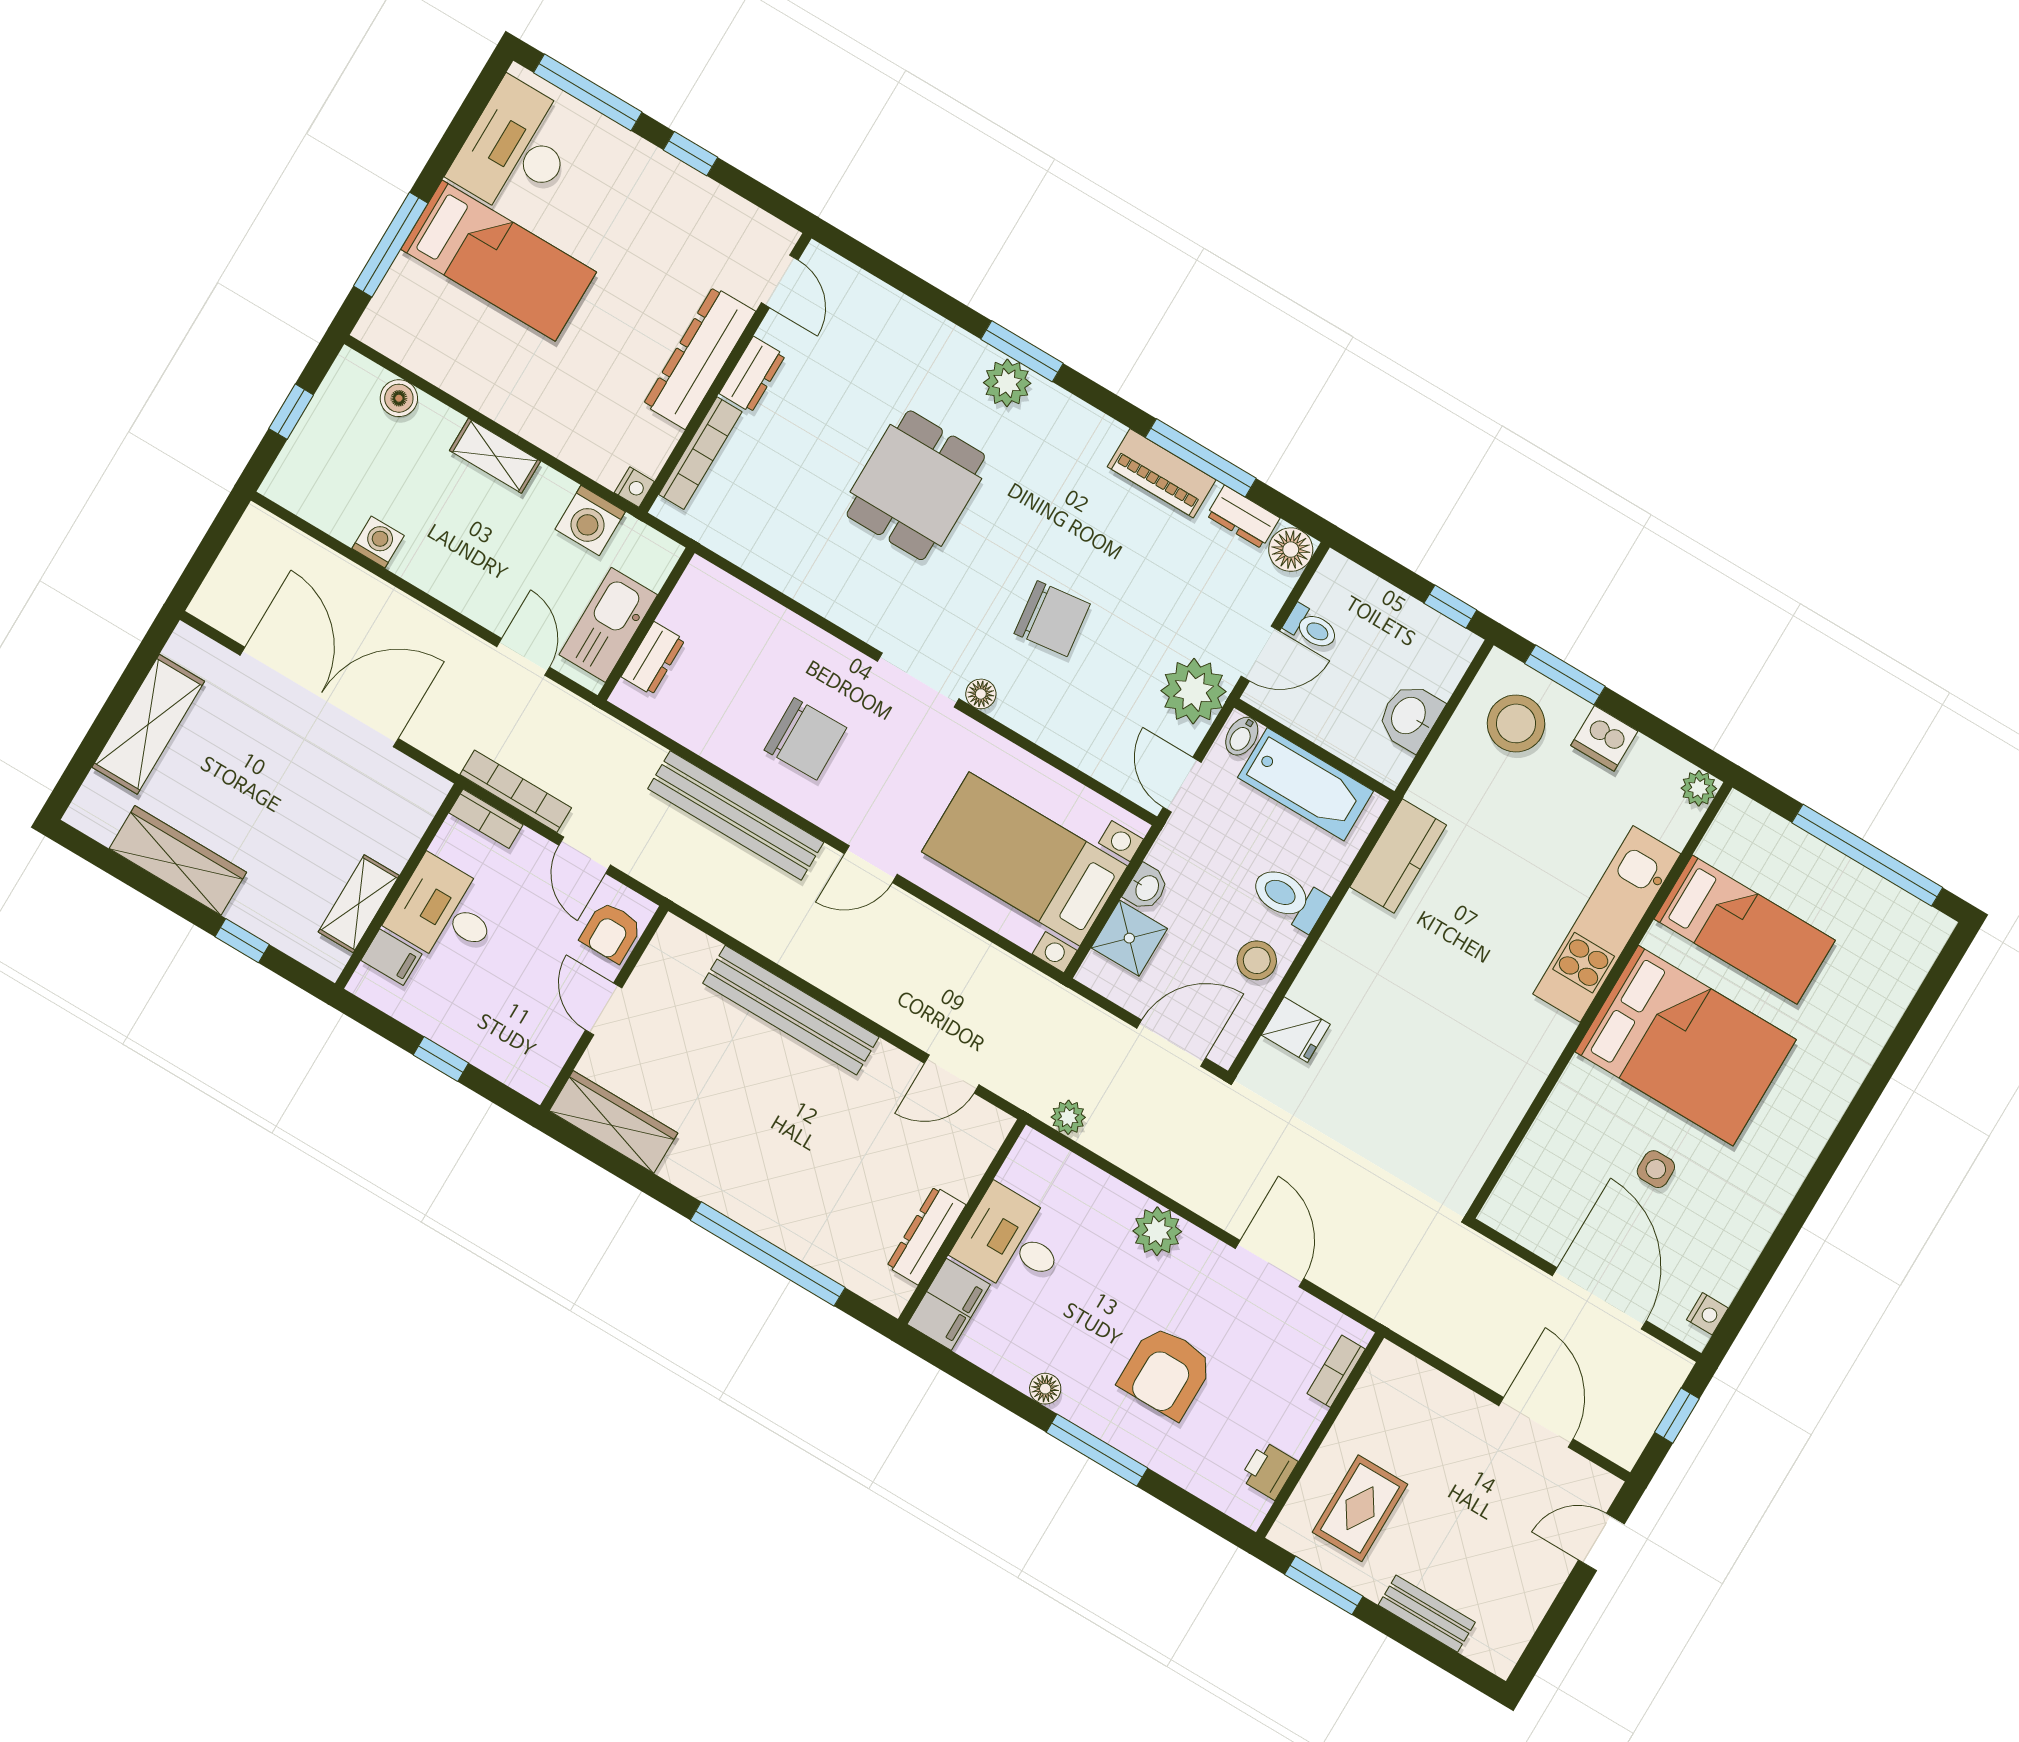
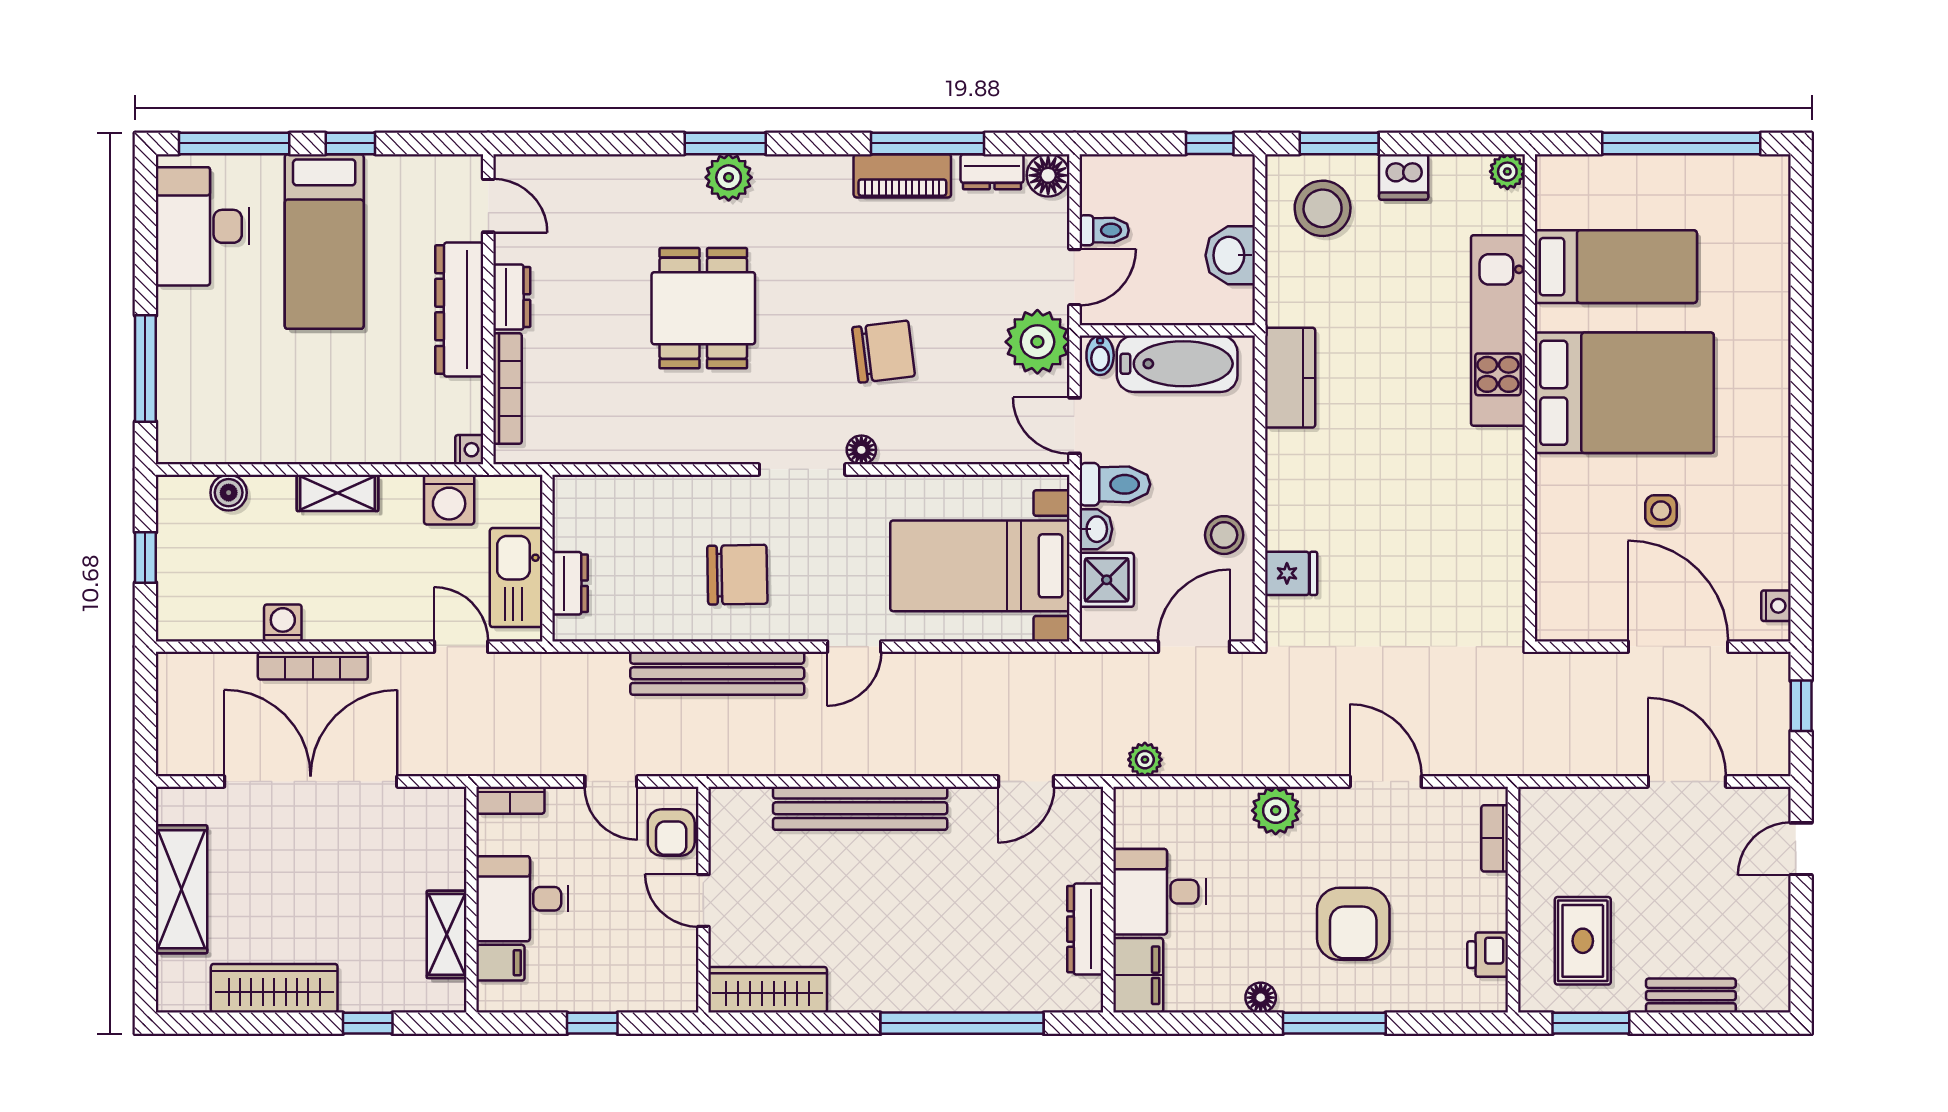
bed: (499, 261) -> (324, 241), moved, turned 90
bookcase: (516, 791) -> (313, 666), moved, turned 180
toilet: (1289, 898) -> (1115, 484), moved, turned 180

